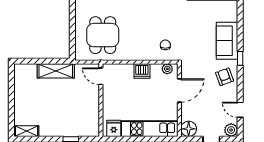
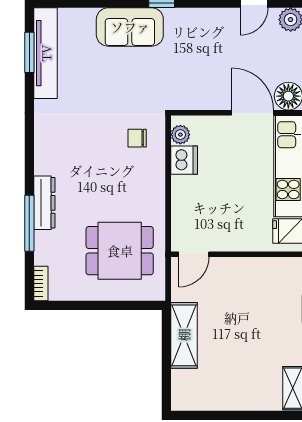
dishwasher: (142, 71) -> (184, 160), moved
armchair: (225, 77) -> (195, 31), removed
door: (179, 90) -> (253, 113), moved

